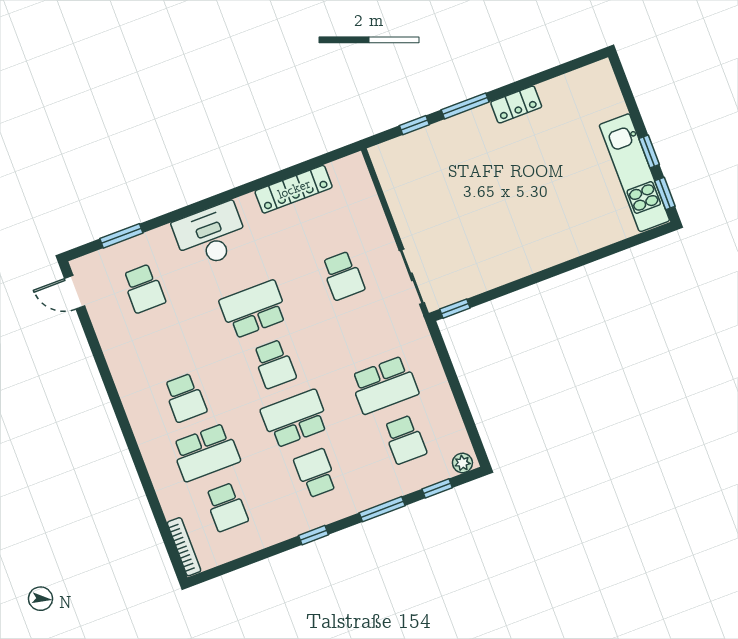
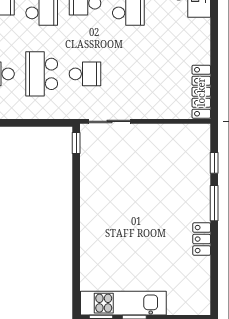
locker: (294, 189) -> (201, 92), moved
school desk: (343, 276) -> (85, 74), moved, turned 180

